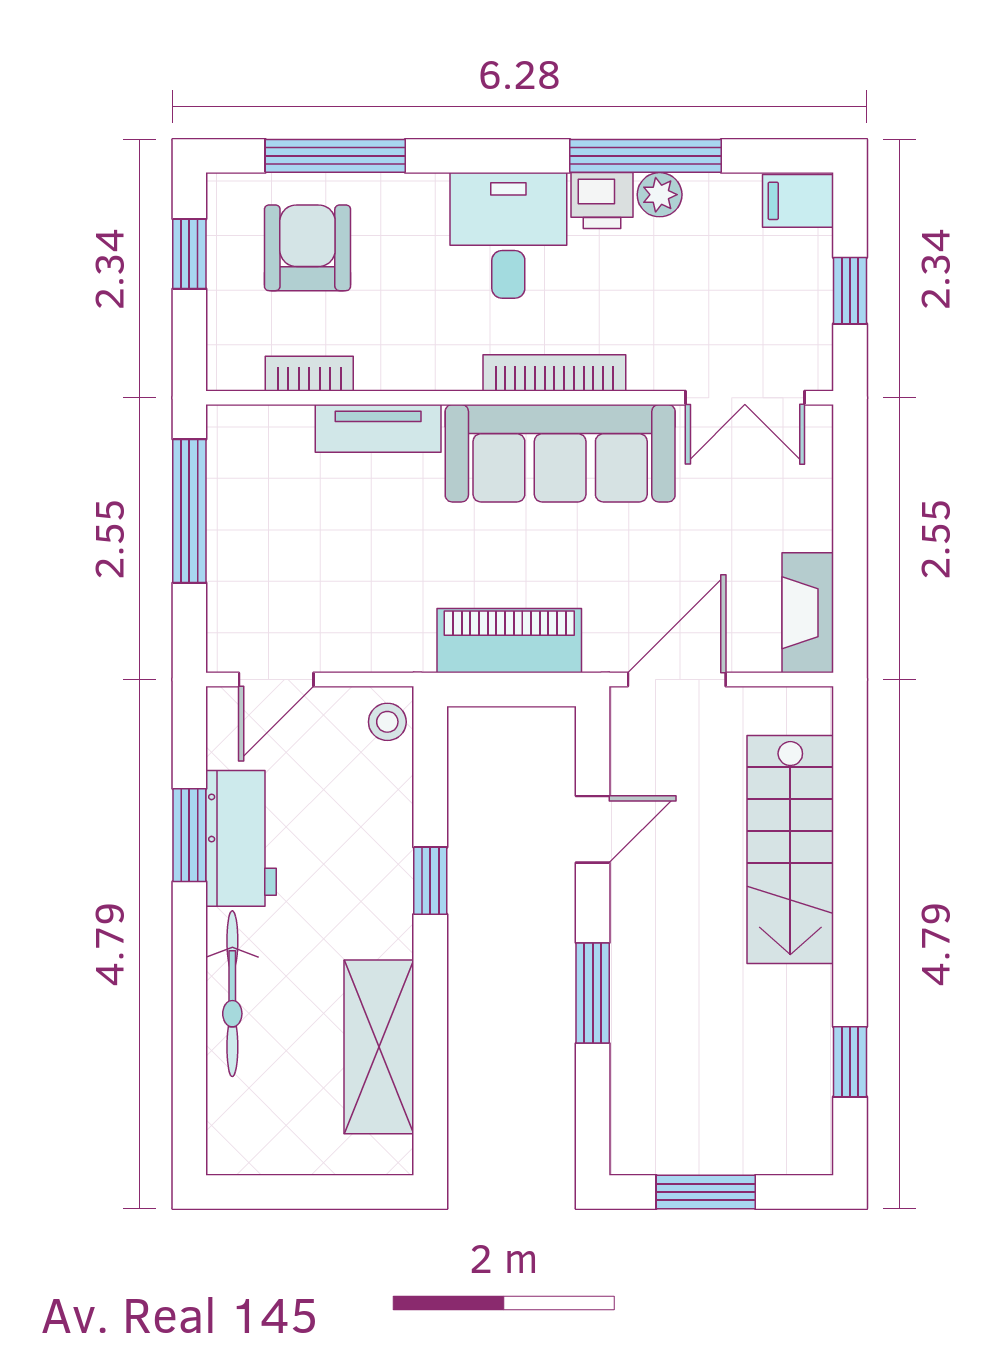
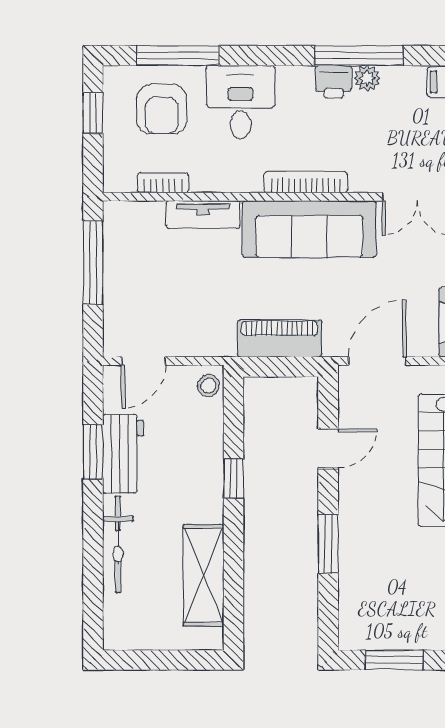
desk: (508, 235) -> (240, 102), moved
armchair: (307, 248) -> (162, 109), turned 180

